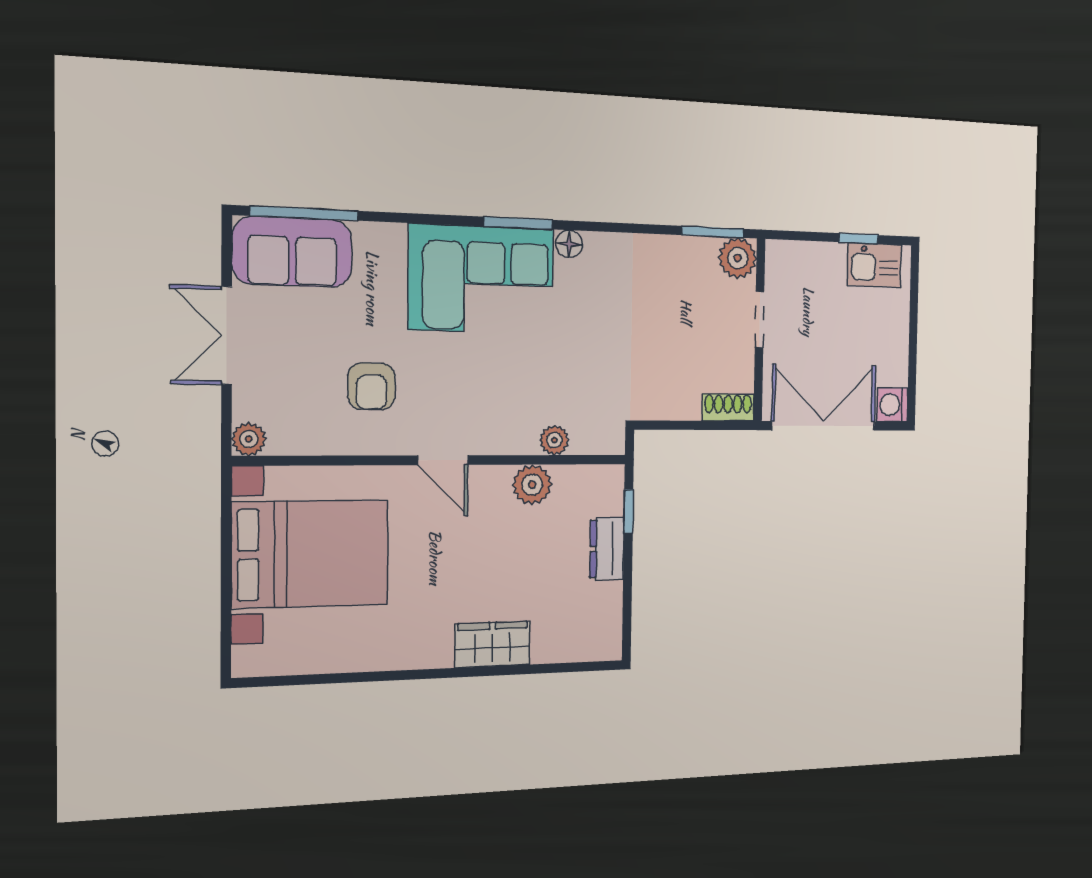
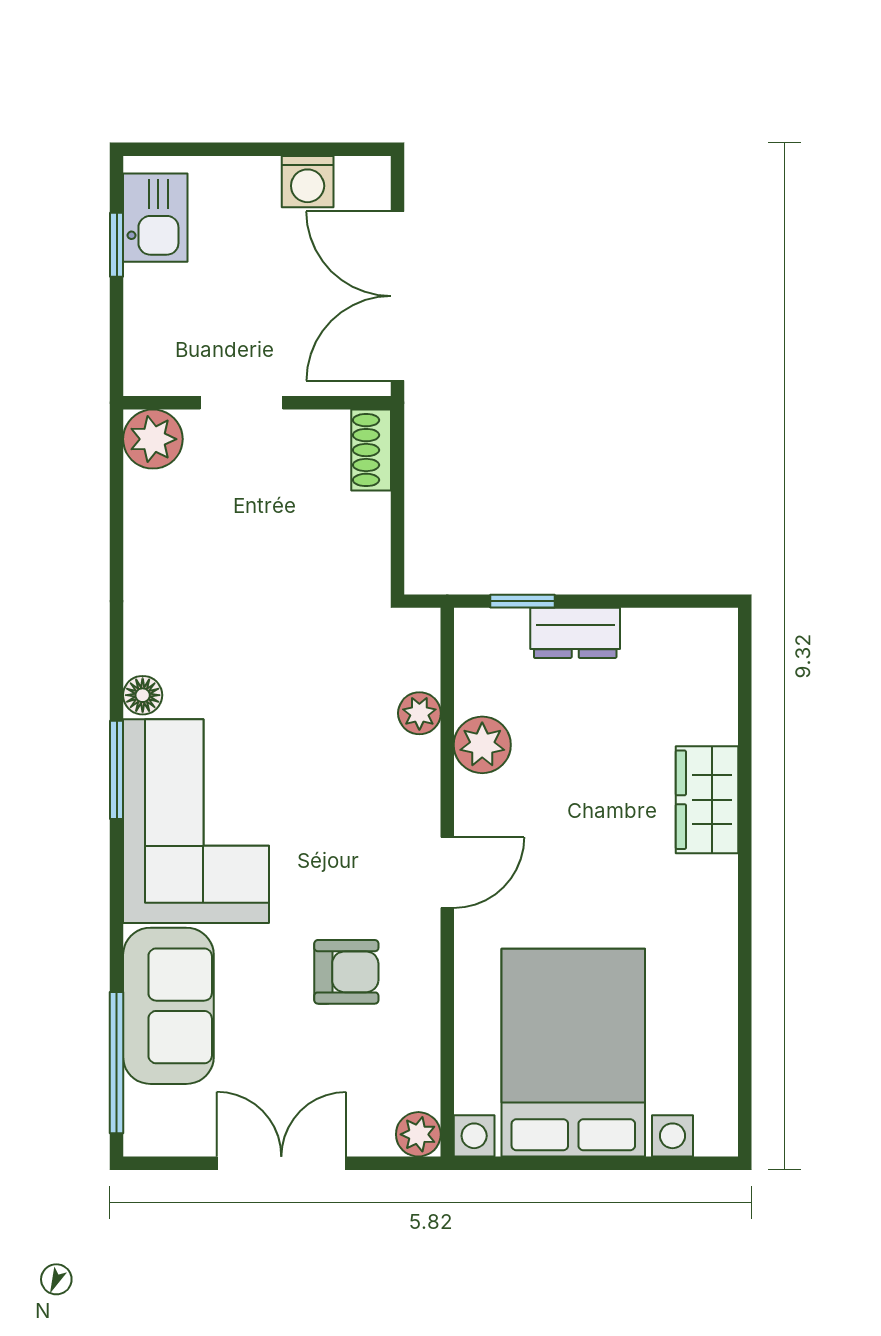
window: (713, 232) -> (117, 479), removed
sofa: (292, 252) -> (168, 1006), moved
double door: (227, 336) -> (281, 1163), swing flipped
washing machine: (892, 405) -> (308, 182), moved

